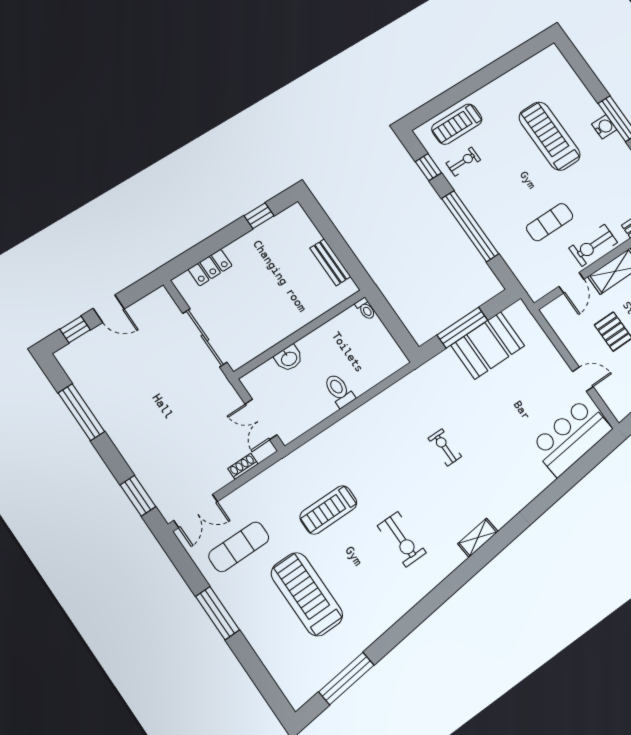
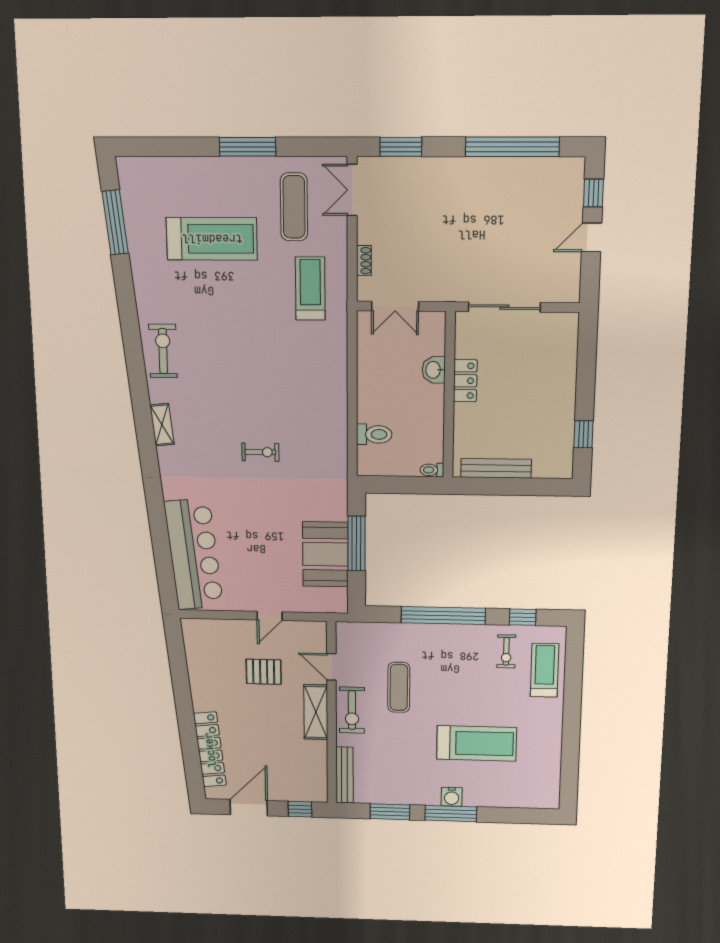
exercise bike: (593, 245) -> (352, 710), turned 180
bench: (330, 262) -> (496, 468), width x1.36
locker: (210, 268) -> (465, 381), moved, turned 180
door: (583, 379) -> (270, 616), moved
toilet: (339, 390) -> (374, 434), moved
window: (81, 412) -> (512, 147), width x1.46
double door: (261, 420) -> (395, 306), swing flipped
bar counter: (571, 437) -> (194, 554), width x1.36
treadmill: (328, 510) -> (310, 289), moved
exercise bike: (402, 539) -> (163, 351), moved, turned 90

